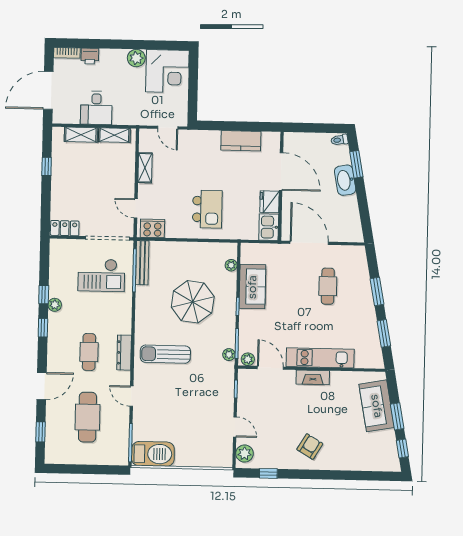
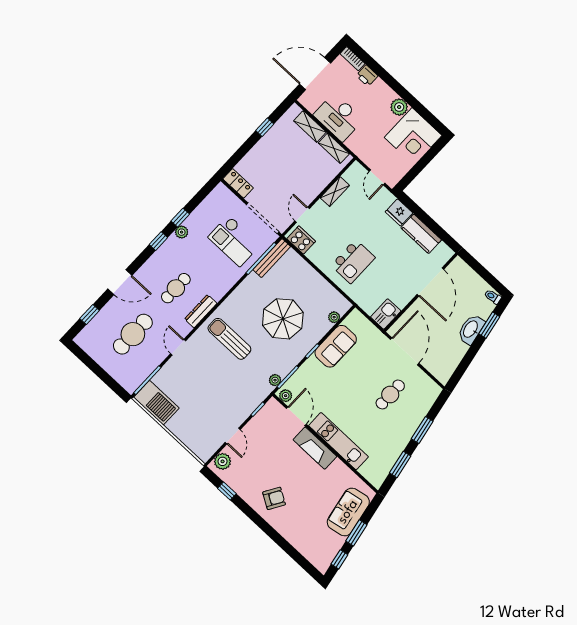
desk: (96, 108) -> (338, 117), width x1.37
fridge: (269, 202) -> (399, 212), moved, turned -90
fireplace: (313, 377) -> (315, 448), width x1.37, depth x1.32

